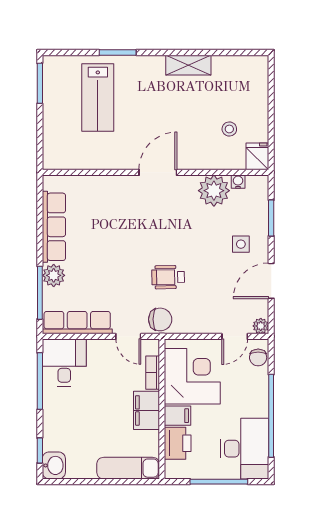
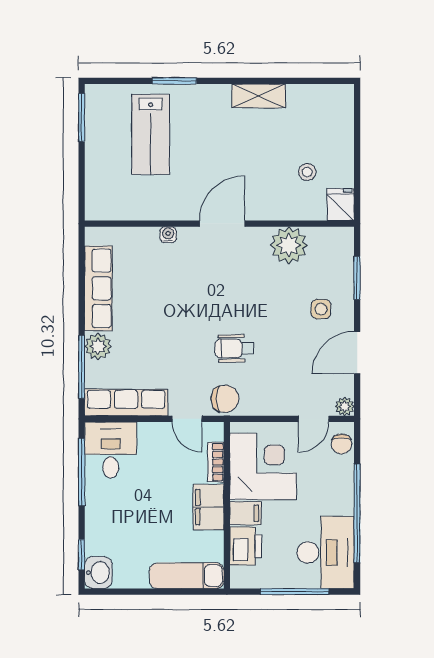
water cooler: (238, 182) -> (168, 235), moved

